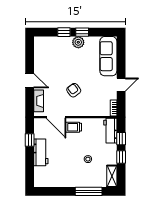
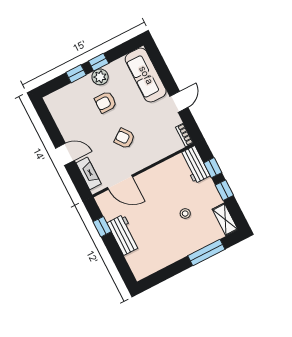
armchair: (73, 60) -> (106, 102), added
trolley: (74, 127) -> (148, 183), removed

